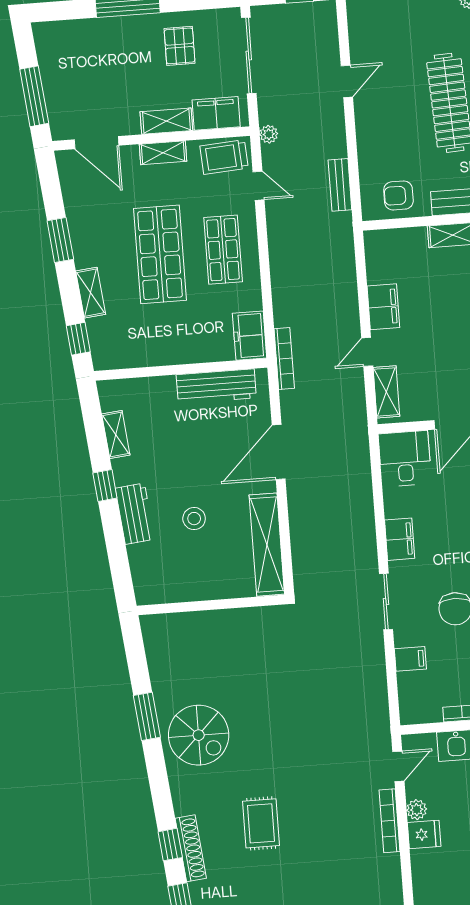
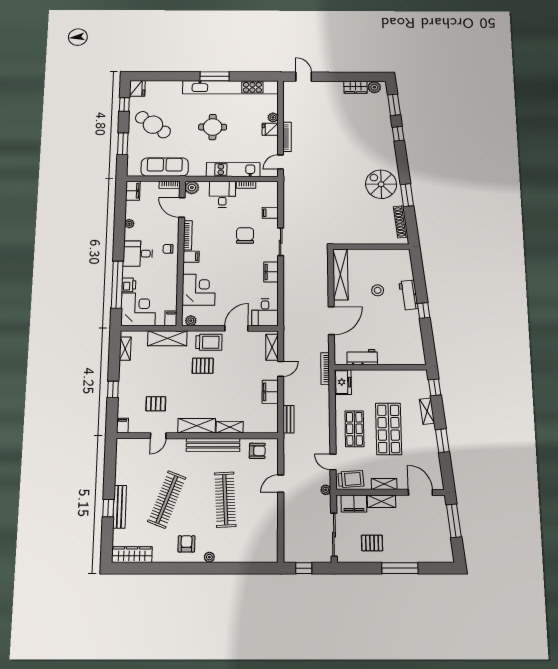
pallet: (180, 46) -> (372, 543), turned 90
door: (347, 81) -> (281, 484), moved
bench: (340, 185) -> (289, 419), moved
workbench: (216, 386) -> (362, 357), width x0.73
shelving: (116, 435) -> (417, 336), removed
plant: (417, 810) -> (273, 117), moved
rug: (261, 823) -> (352, 140), removed
shoe rack: (191, 848) -> (401, 222), moved

